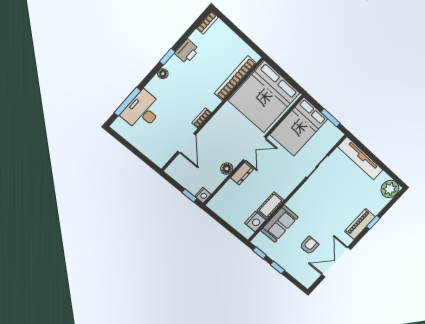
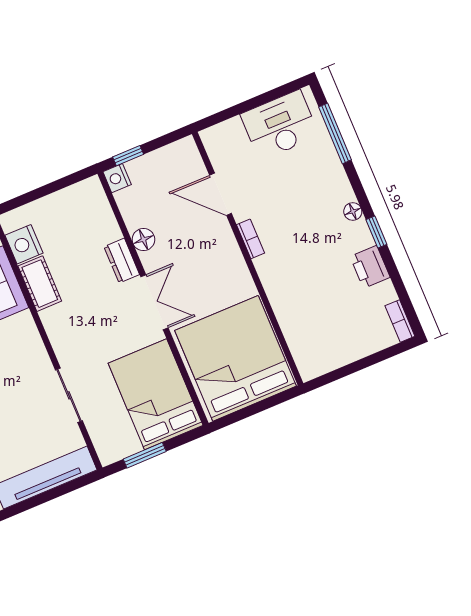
bookcase: (235, 78) -> (290, 324), removed
desk: (142, 111) -> (280, 125), moved, turned -90
double door: (255, 149) -> (155, 302), swing flipped

